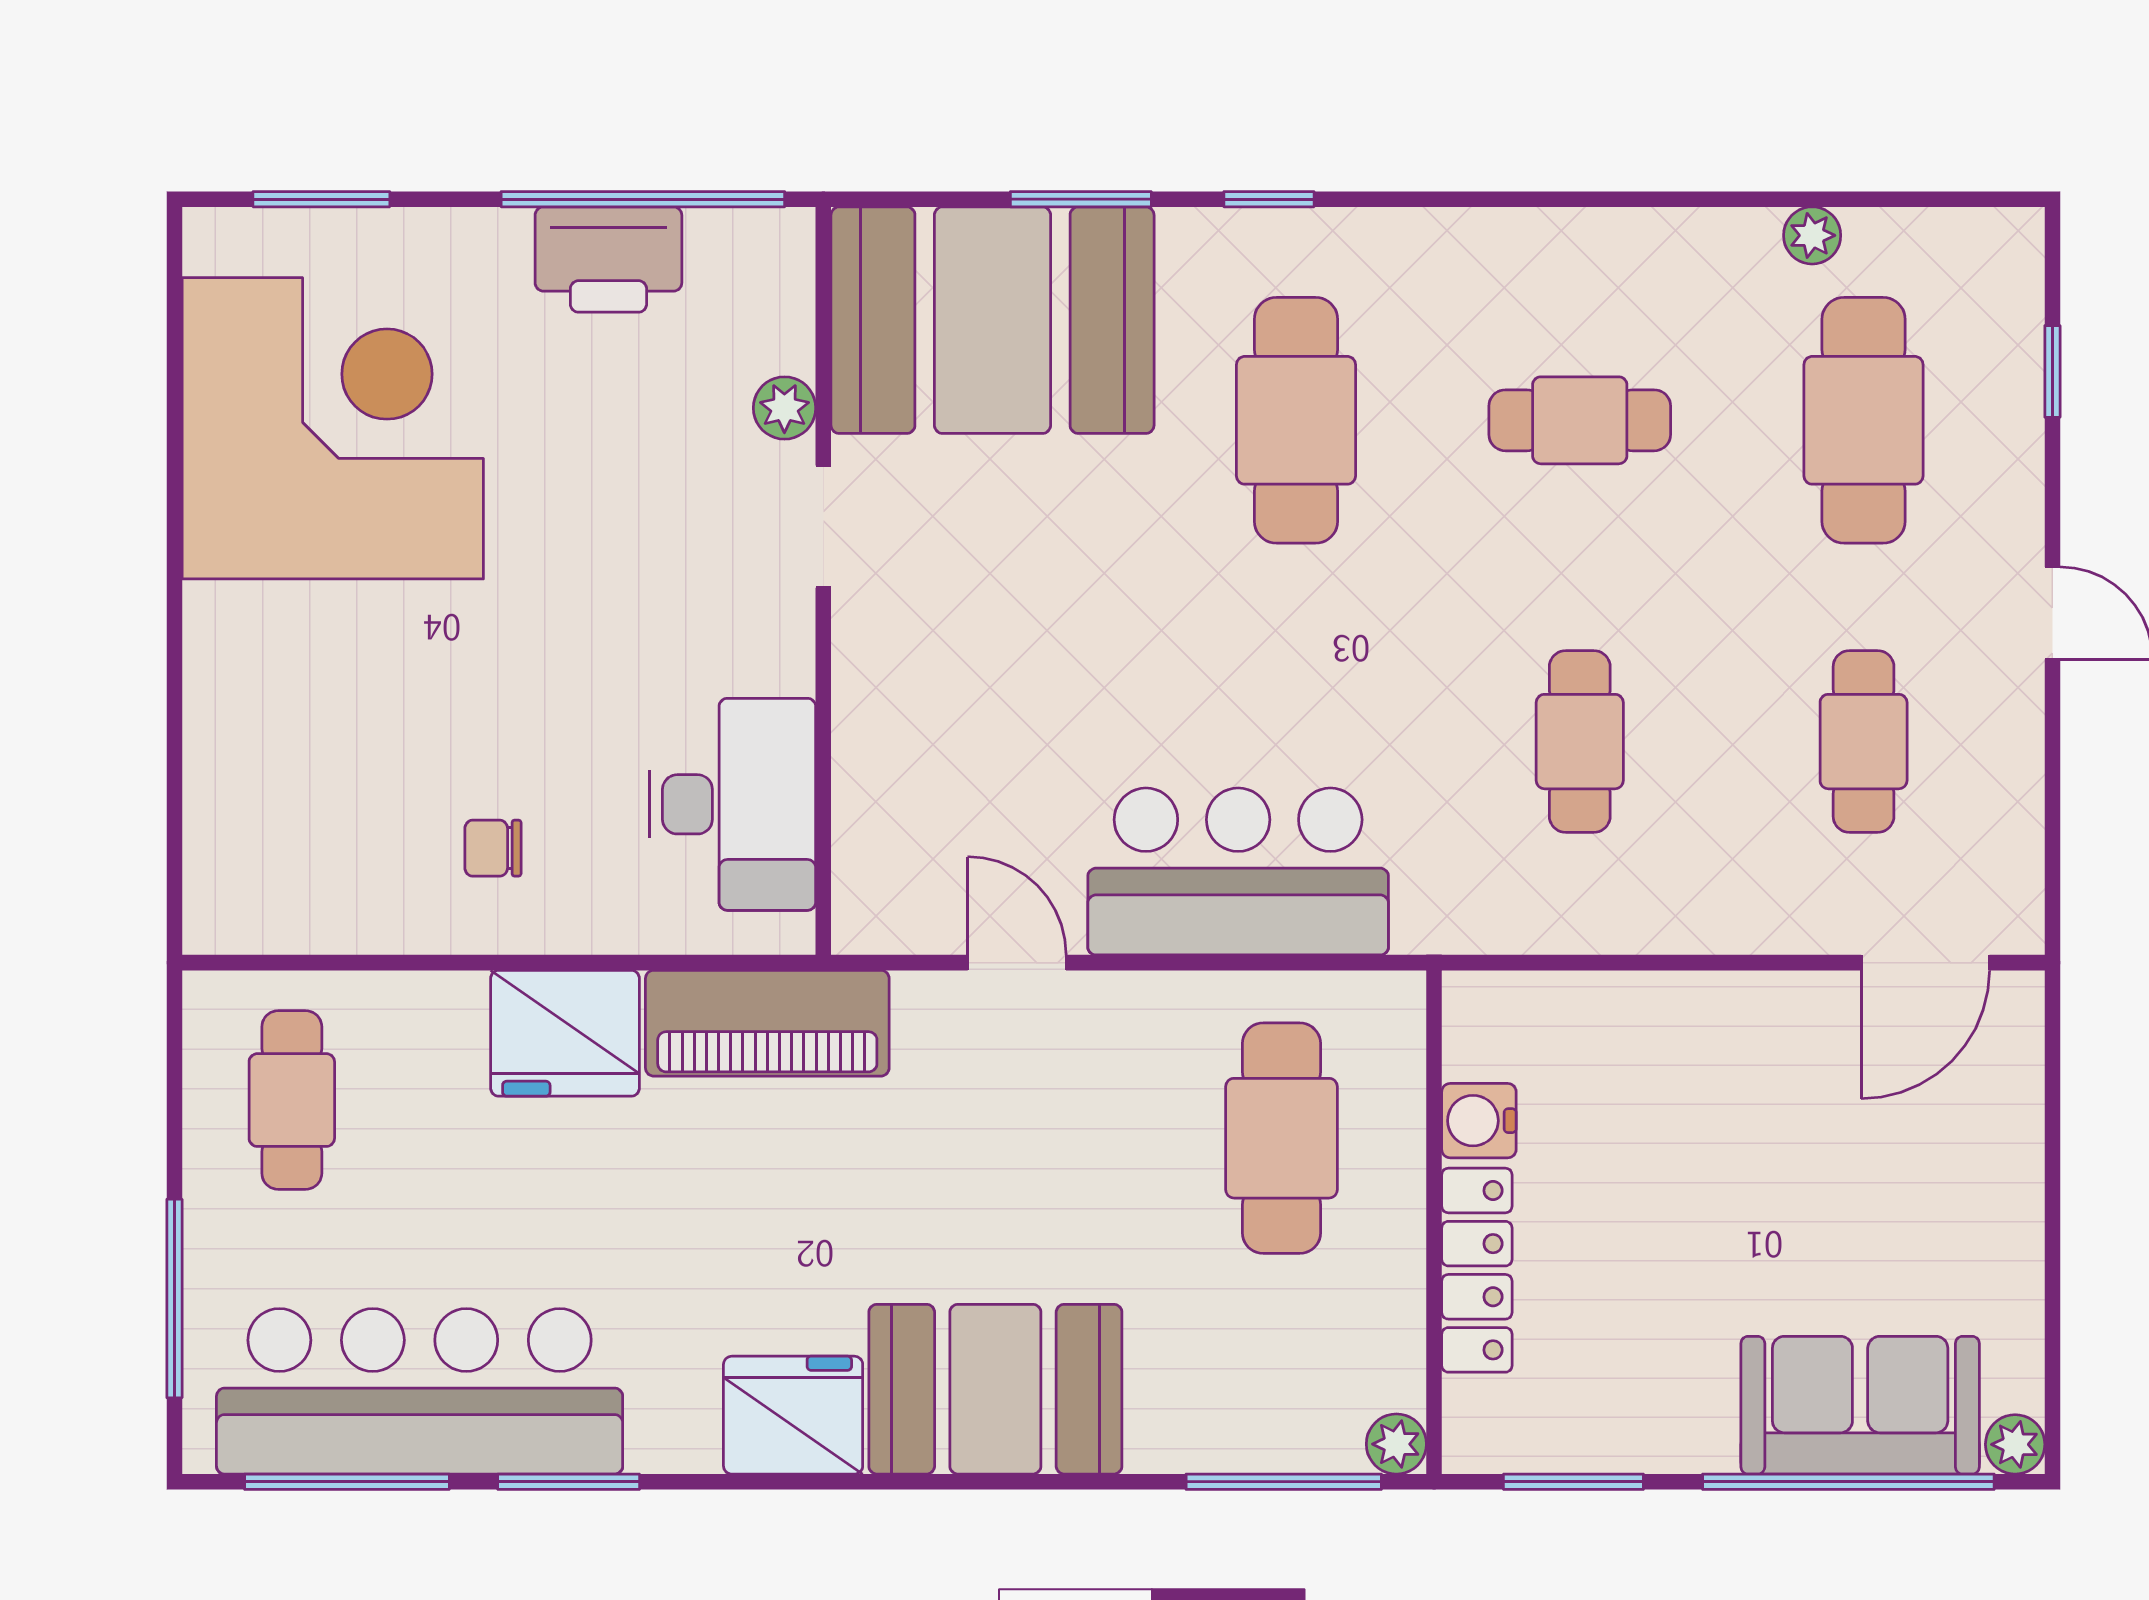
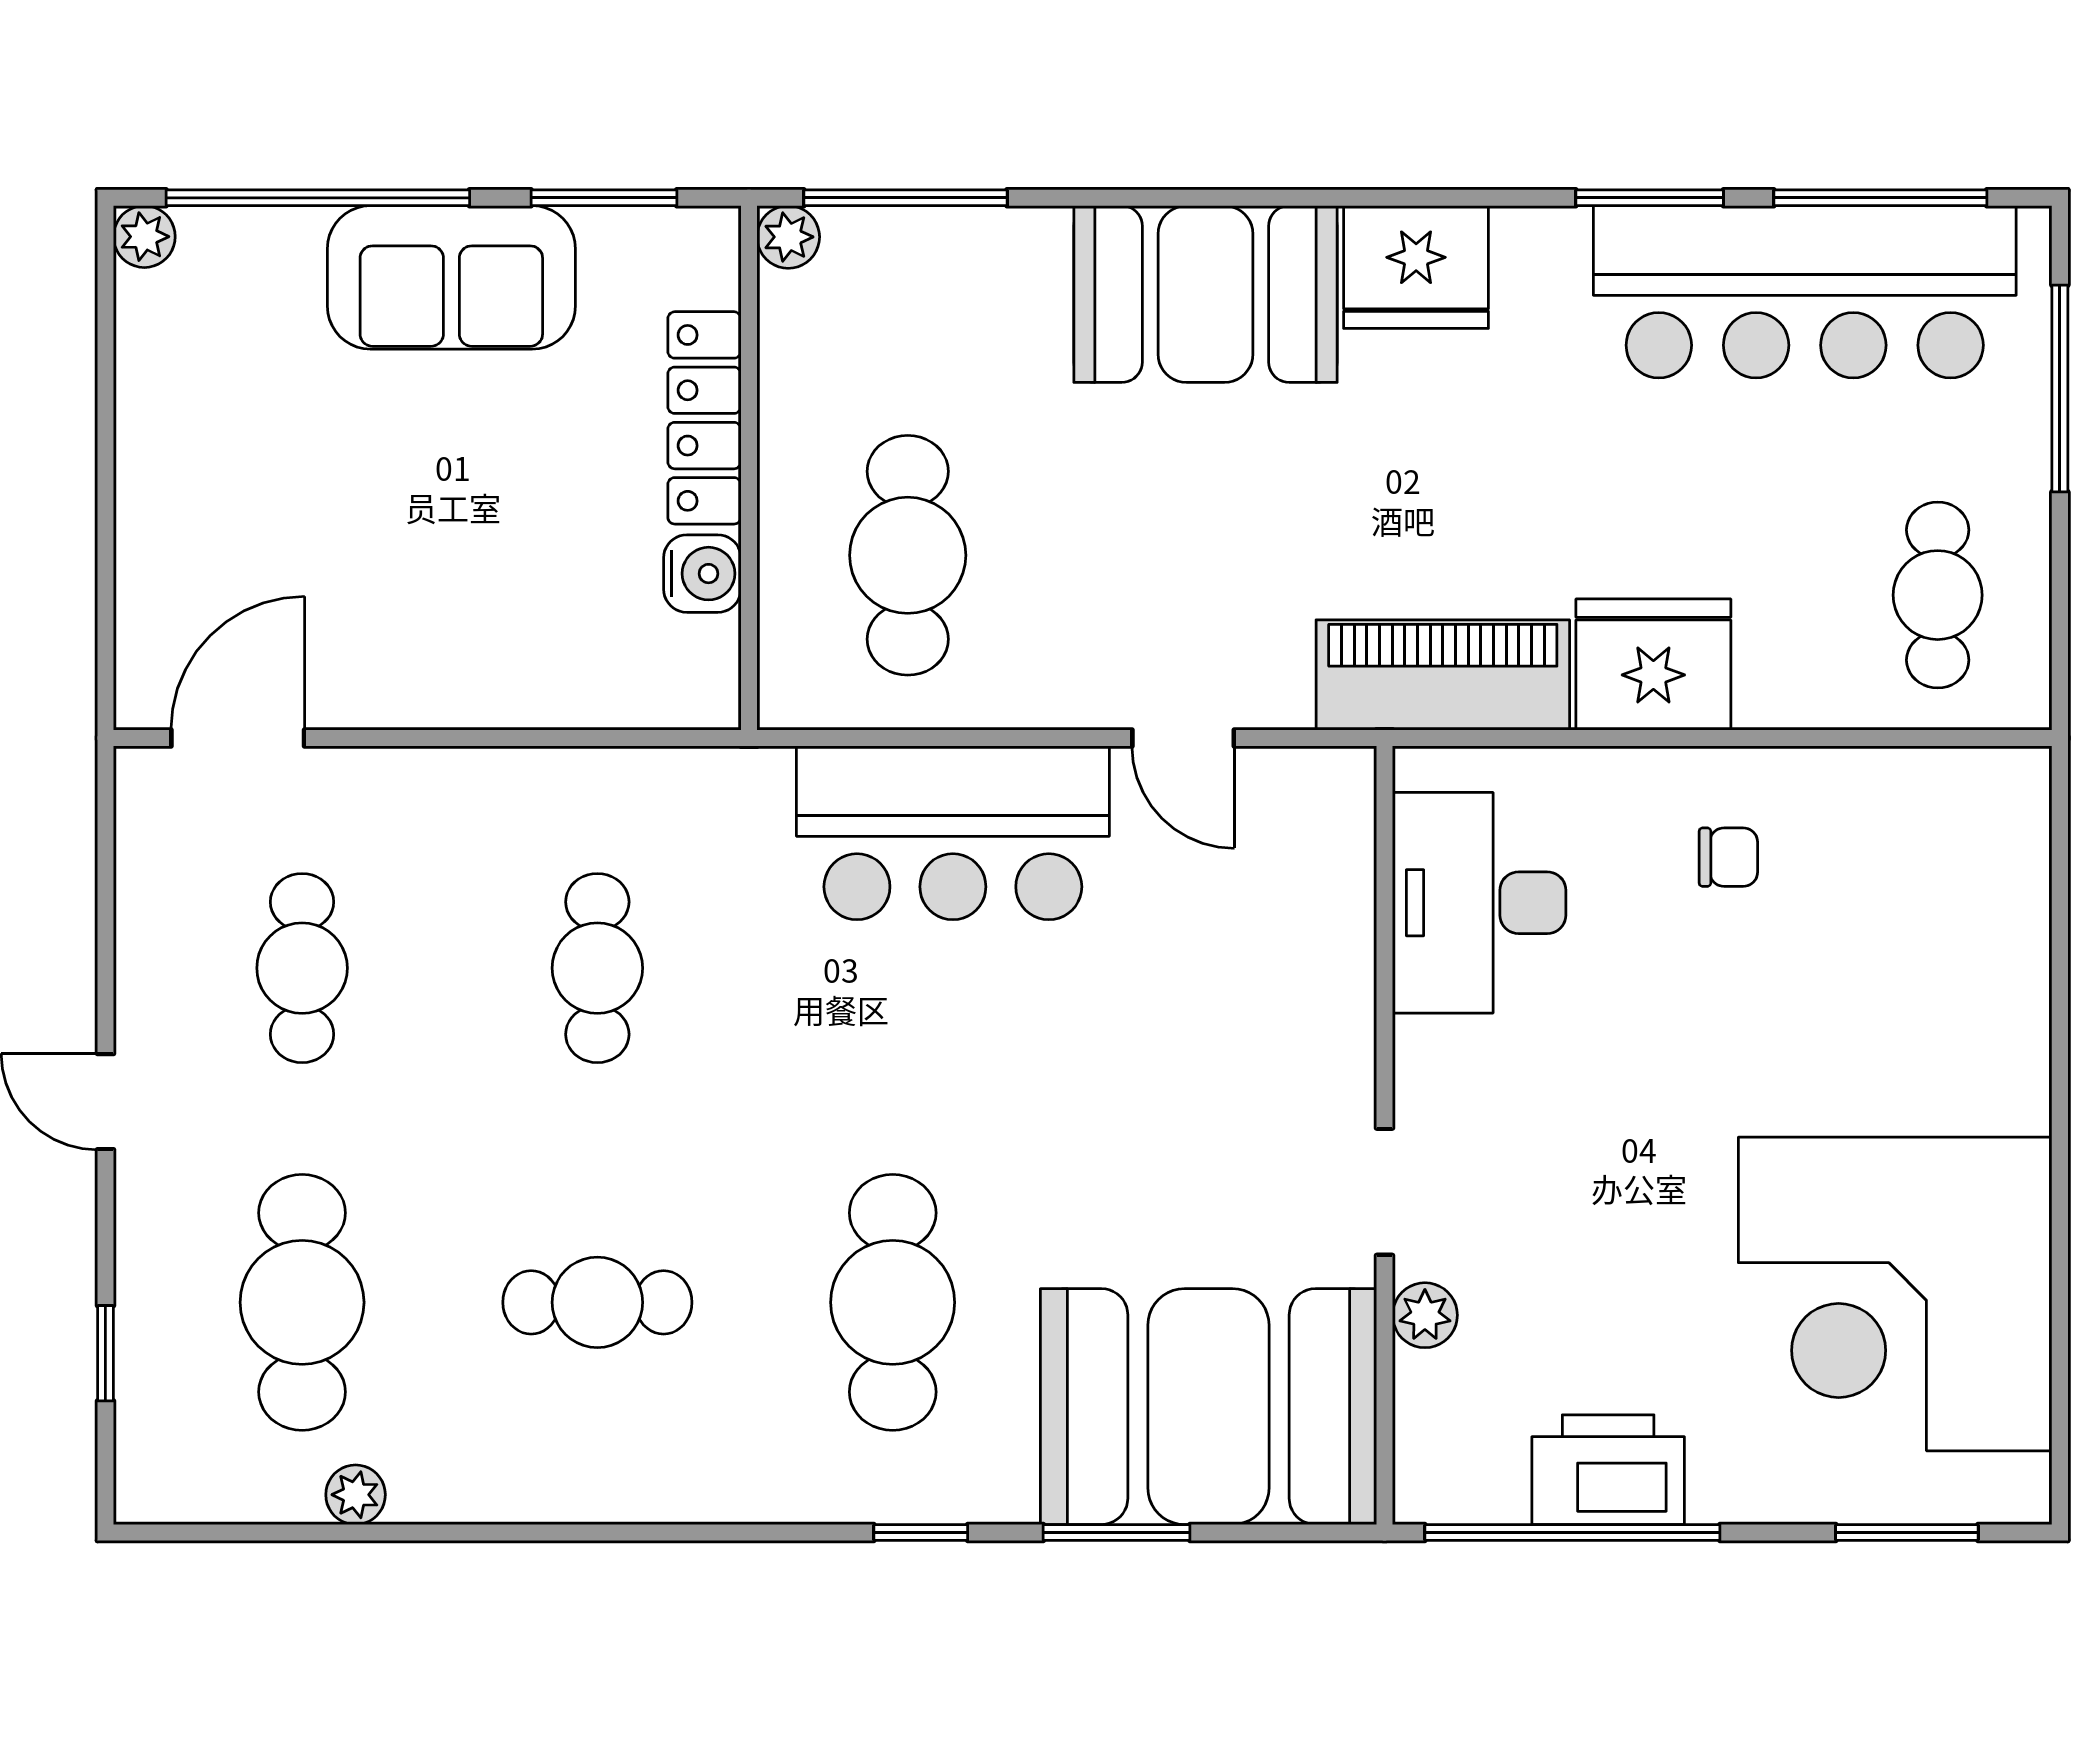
sofa: (1860, 1405) -> (451, 277), moved

